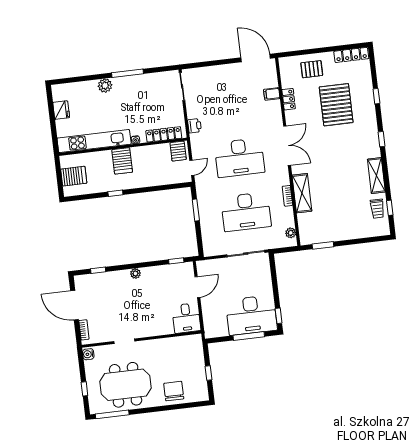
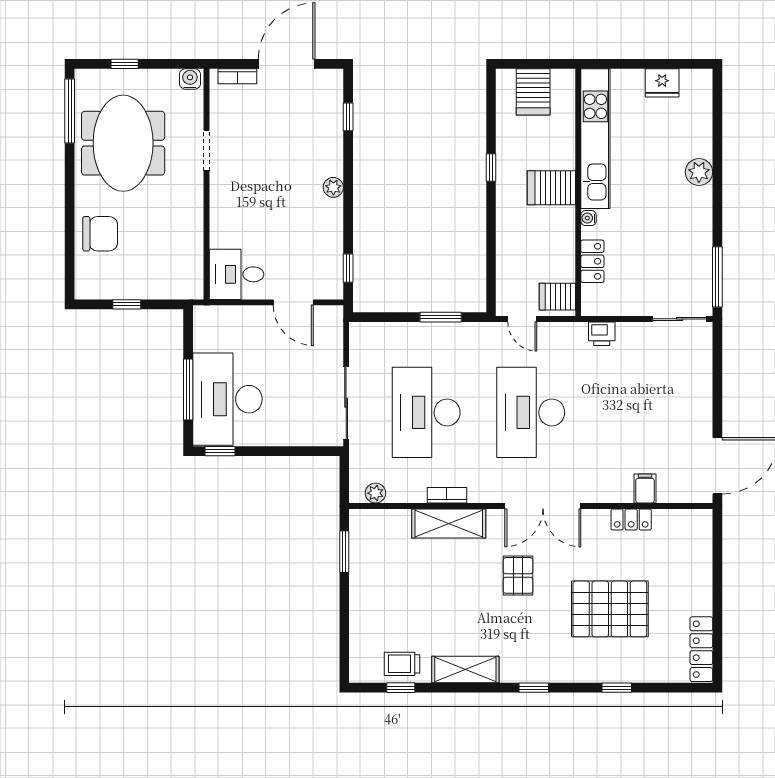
pallet: (312, 69) -> (518, 575), moved
window: (128, 73) -> (717, 277), moved
locker: (164, 134) -> (592, 261), width x0.66

